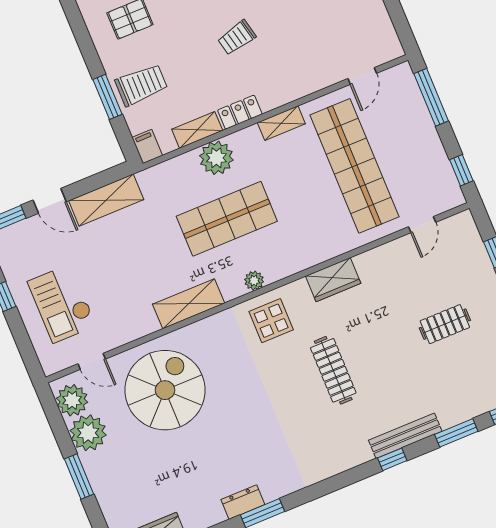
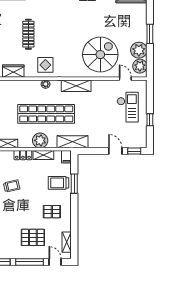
shelving: (106, 200) -> (73, 142), moved
shop shelf: (227, 219) -> (46, 114), width x1.40
spiral stairs: (165, 390) -> (100, 55), turned 180

